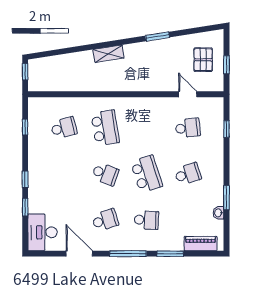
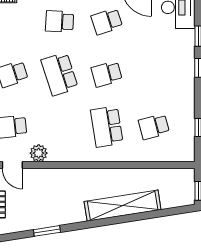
shelving: (108, 54) -> (123, 206), width x2.20, depth x1.33
plant: (165, 105) -> (39, 153), added
school desk: (105, 174) -> (107, 74), turned -36

